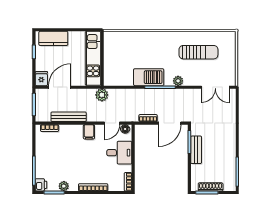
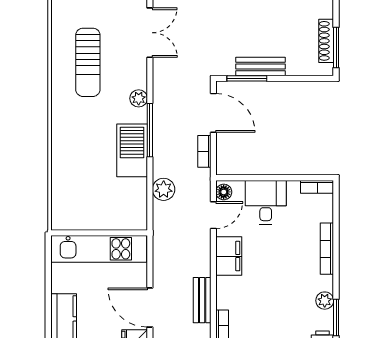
sun lounger: (198, 52) -> (88, 62), turned 180
plant: (102, 95) -> (164, 189), moved
bench: (69, 117) -> (202, 300), width x0.73
door: (112, 123) -> (213, 215), hinge flipped
filing cabinet: (89, 132) -> (229, 256), width x2.00

